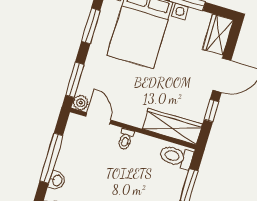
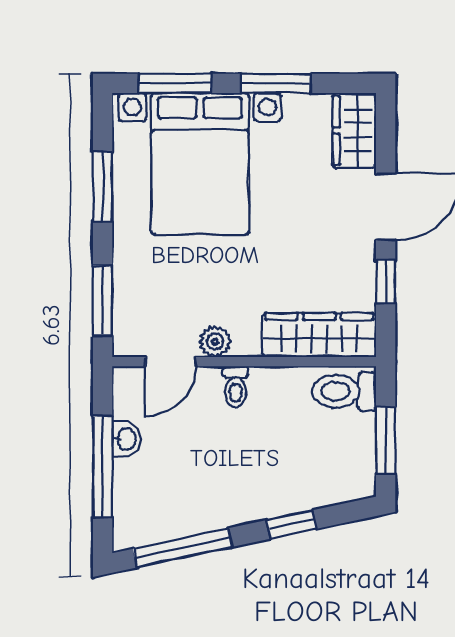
plant: (81, 103) -> (215, 342), moved
door: (98, 118) -> (171, 362), swing flipped
washbasin: (57, 180) -> (126, 439), moved

